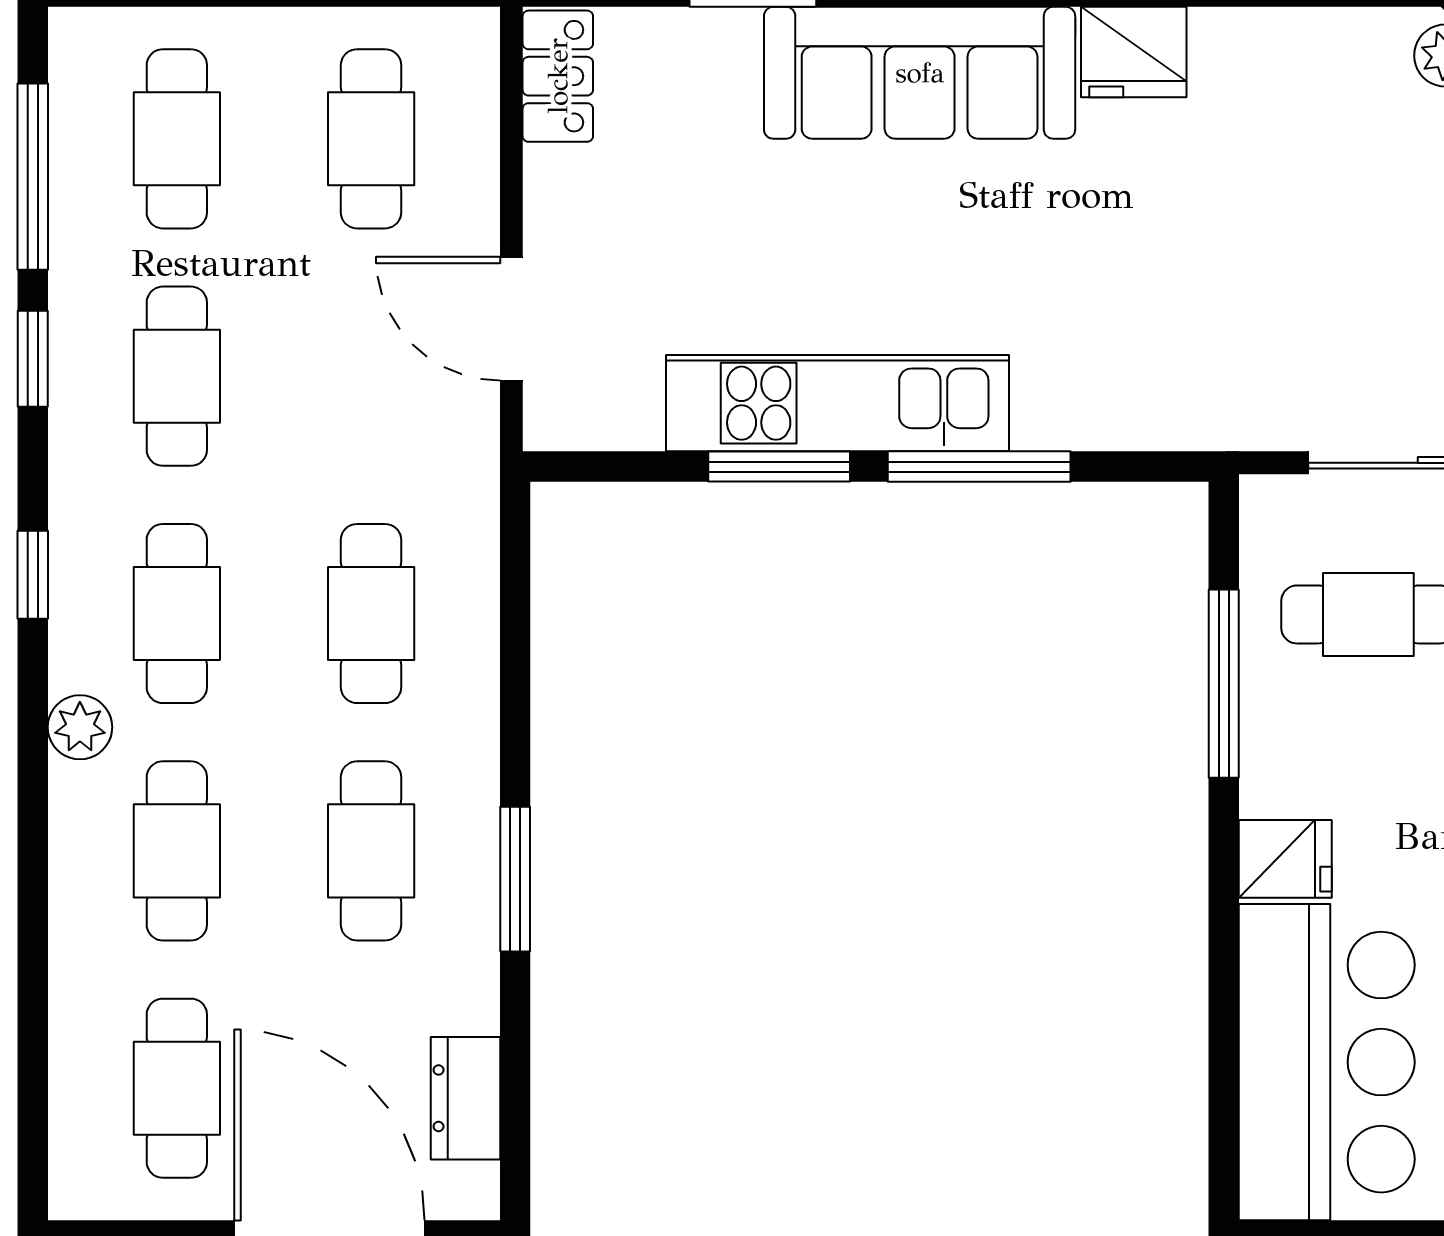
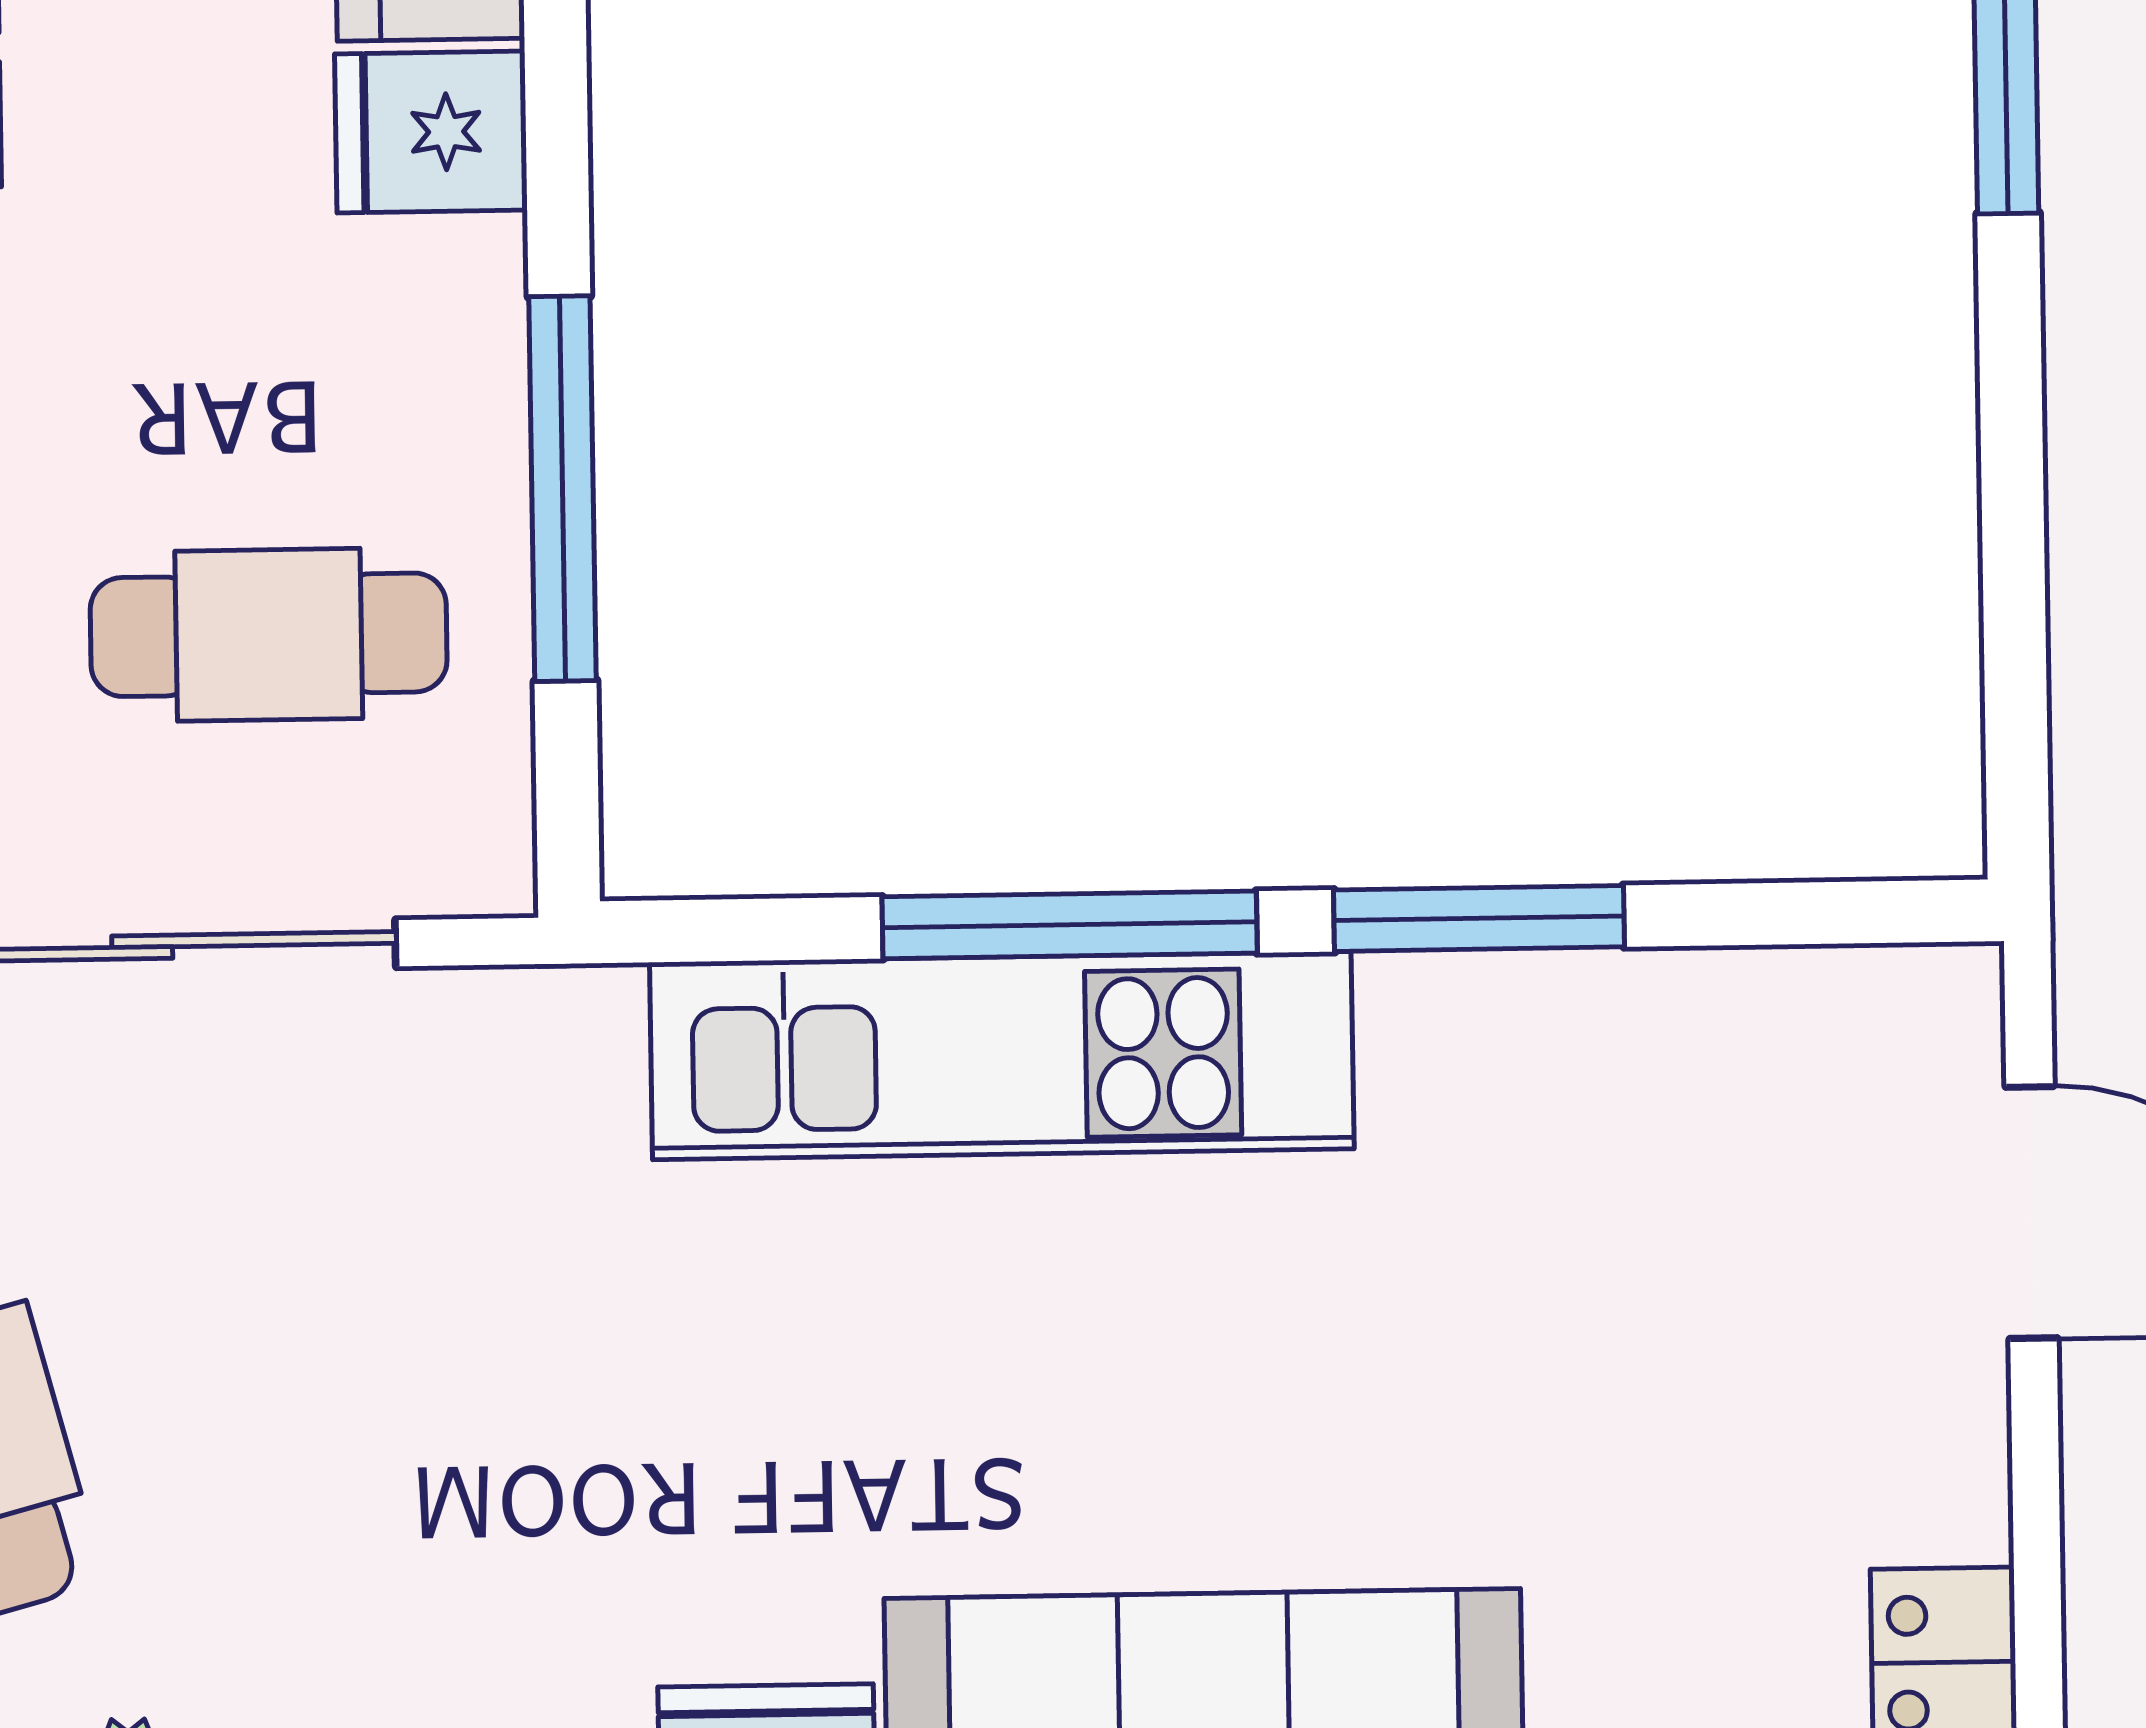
kitchen unit: (838, 403) -> (1002, 1056), moved

